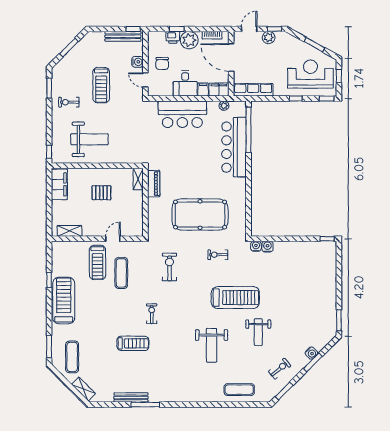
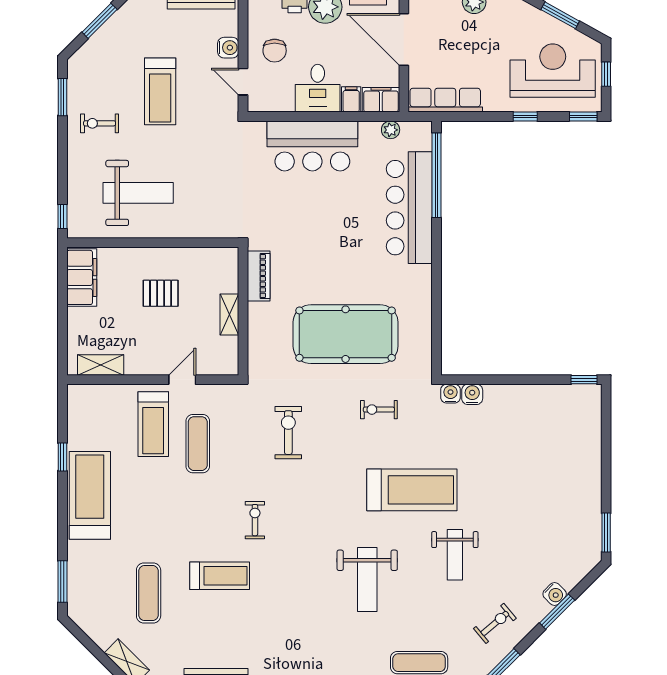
shelving: (138, 179) -> (229, 315), moved
exercise mat: (72, 357) -> (149, 593), moved

